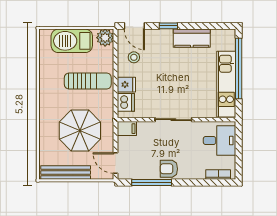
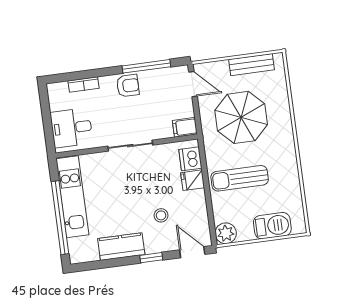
barbecue: (72, 41) -> (272, 226), width x0.73, depth x0.83
stool: (134, 57) -> (161, 215), moved
bench: (66, 173) -> (252, 65), width x0.73
bookcase: (218, 175) -> (84, 84), moved

